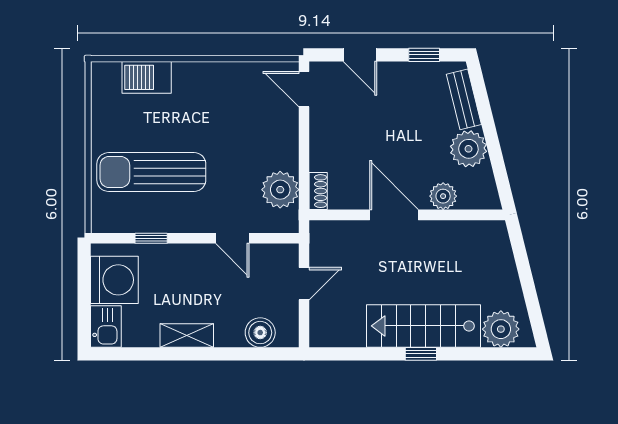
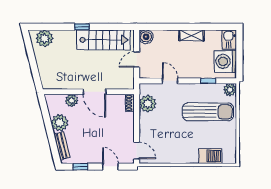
plant: (104, 219) -> (230, 90), added
stairs: (423, 326) -> (104, 40), moved
boiler: (260, 333) -> (146, 37), moved

